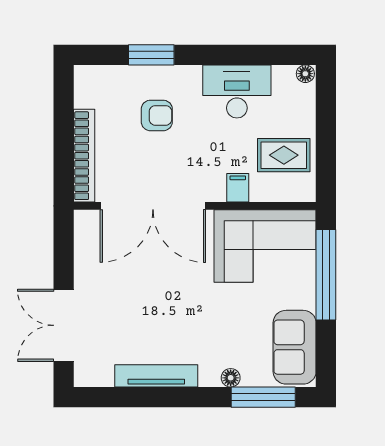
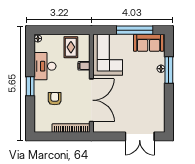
window: (151, 55) -> (30, 86), moved
window: (326, 275) -> (135, 30), moved
tv unit: (156, 376) -> (160, 99), removed
window: (263, 397) -> (169, 70), moved

